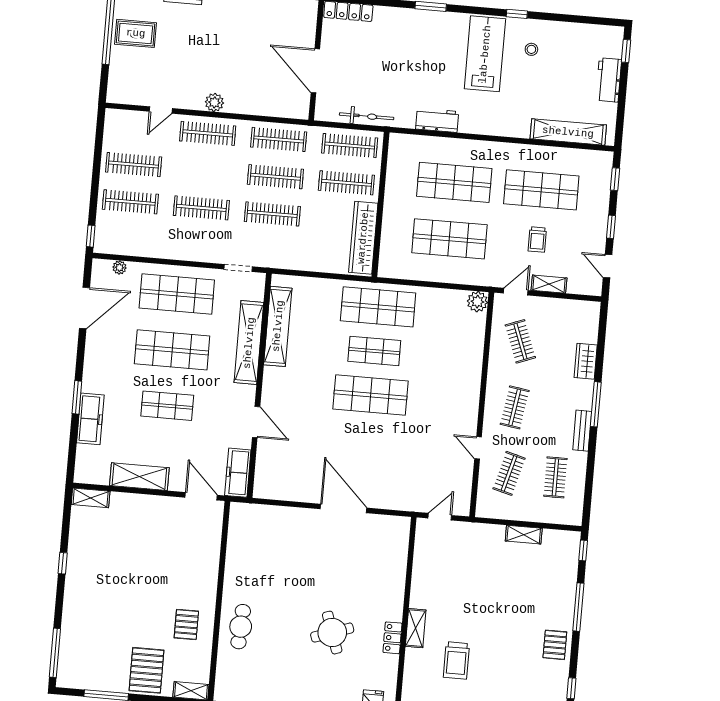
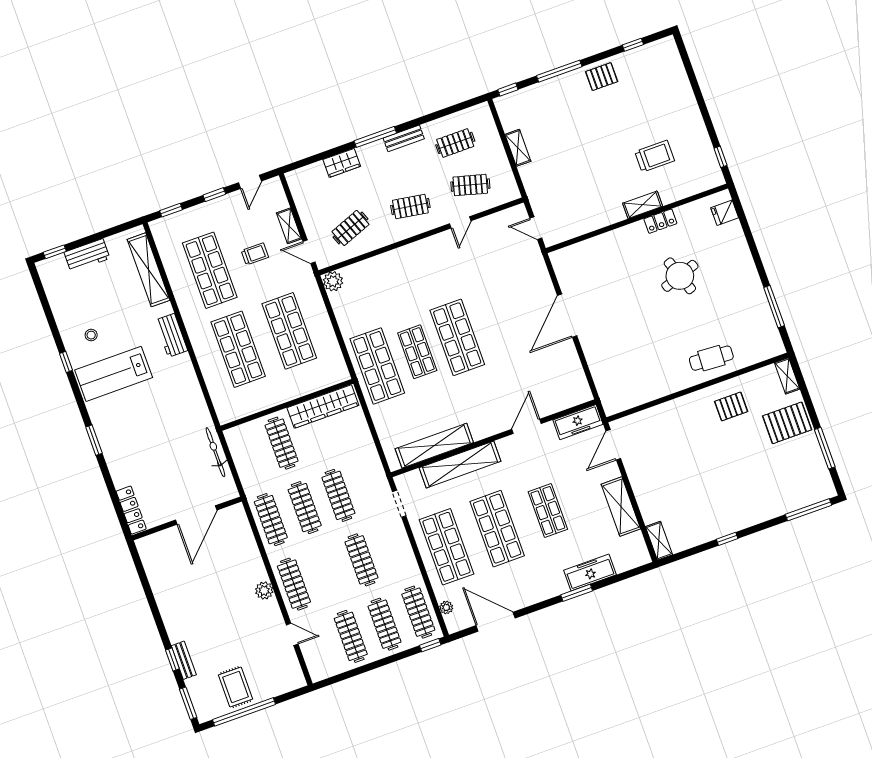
workbench: (437, 120) -> (171, 335), moved
clothes rail: (350, 146) -> (418, 612), moved

